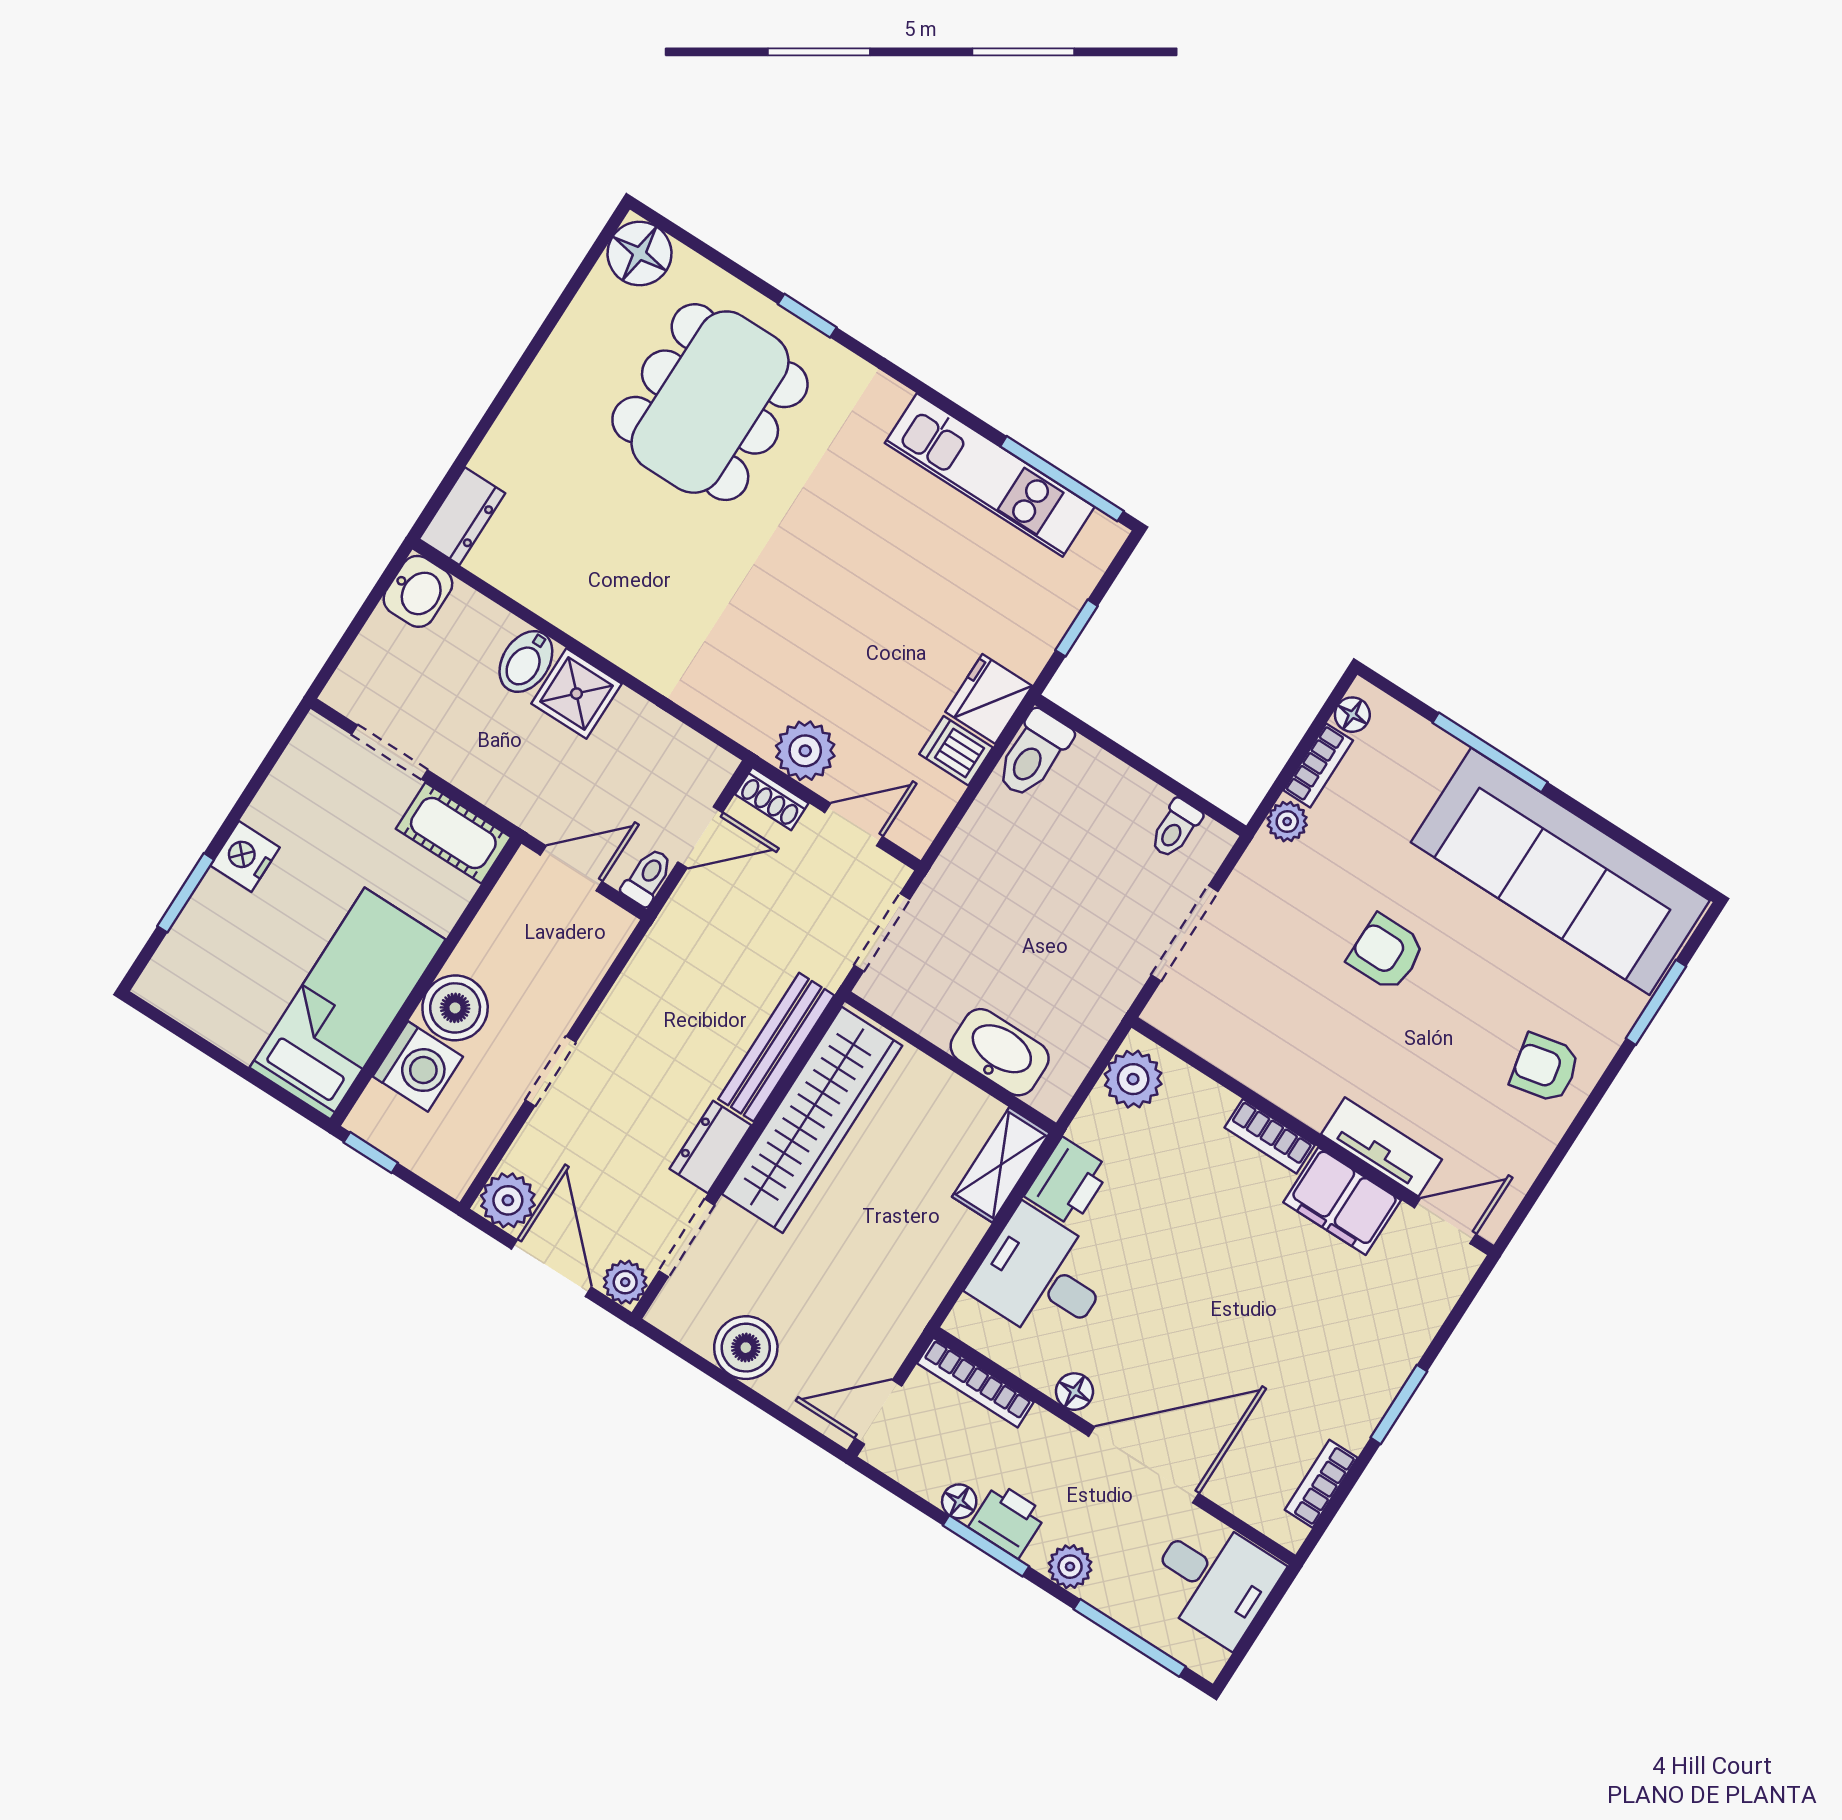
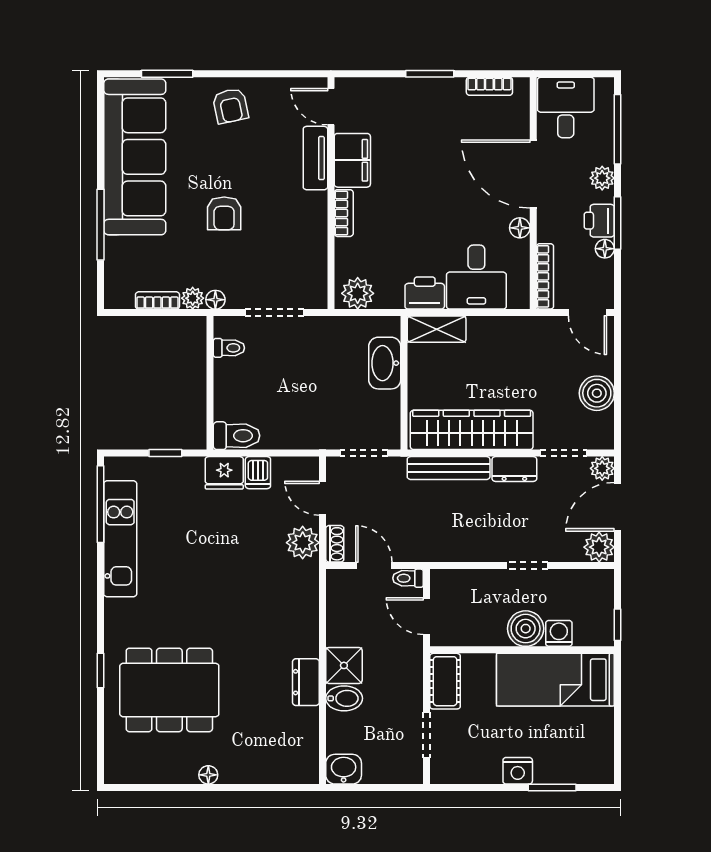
floor lamp: (639, 254) -> (208, 775), moved, width x0.53, depth x0.53
dresser: (462, 516) -> (306, 682), moved, turned -90
floor lamp: (1352, 715) -> (215, 300), moved
washing machine: (418, 1067) -> (559, 633), width x0.73, depth x0.73

